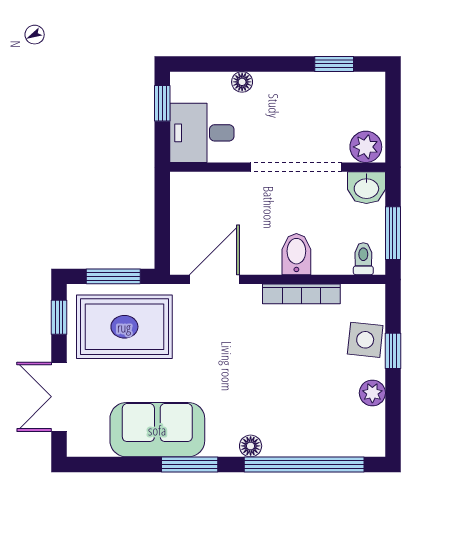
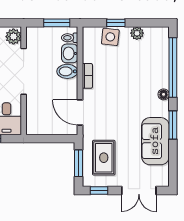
washbasin: (366, 188) -> (70, 53), moved, turned 180
bookcase: (301, 294) -> (87, 76), width x0.64
rug: (124, 327) -> (104, 158), width x0.73, depth x0.70

